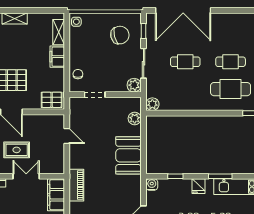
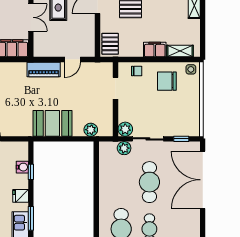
chair: (120, 35) -> (167, 81), moved, turned 103
cafe table: (185, 62) -> (149, 182), width x1.37, depth x1.35
plant: (152, 104) -> (124, 148), moved
piano: (76, 185) -> (44, 69), moved
water cooler: (152, 185) -> (22, 167), moved

